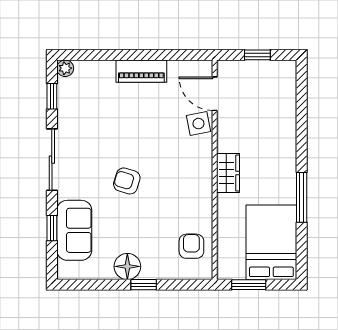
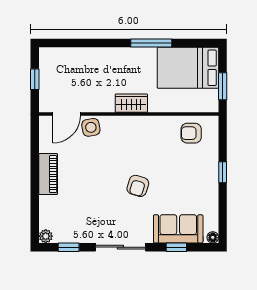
floor lamp: (127, 266) -> (213, 237), moved, width x0.53, depth x0.53

